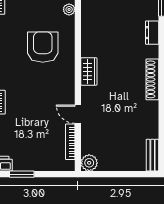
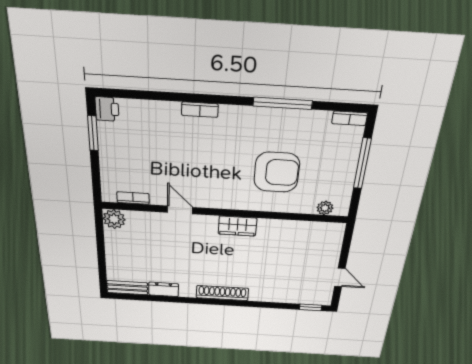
dresser: (152, 33) -> (164, 289), moved
door: (78, 114) -> (180, 210), hinge flipped
bookcase: (70, 142) -> (133, 198), width x0.64

